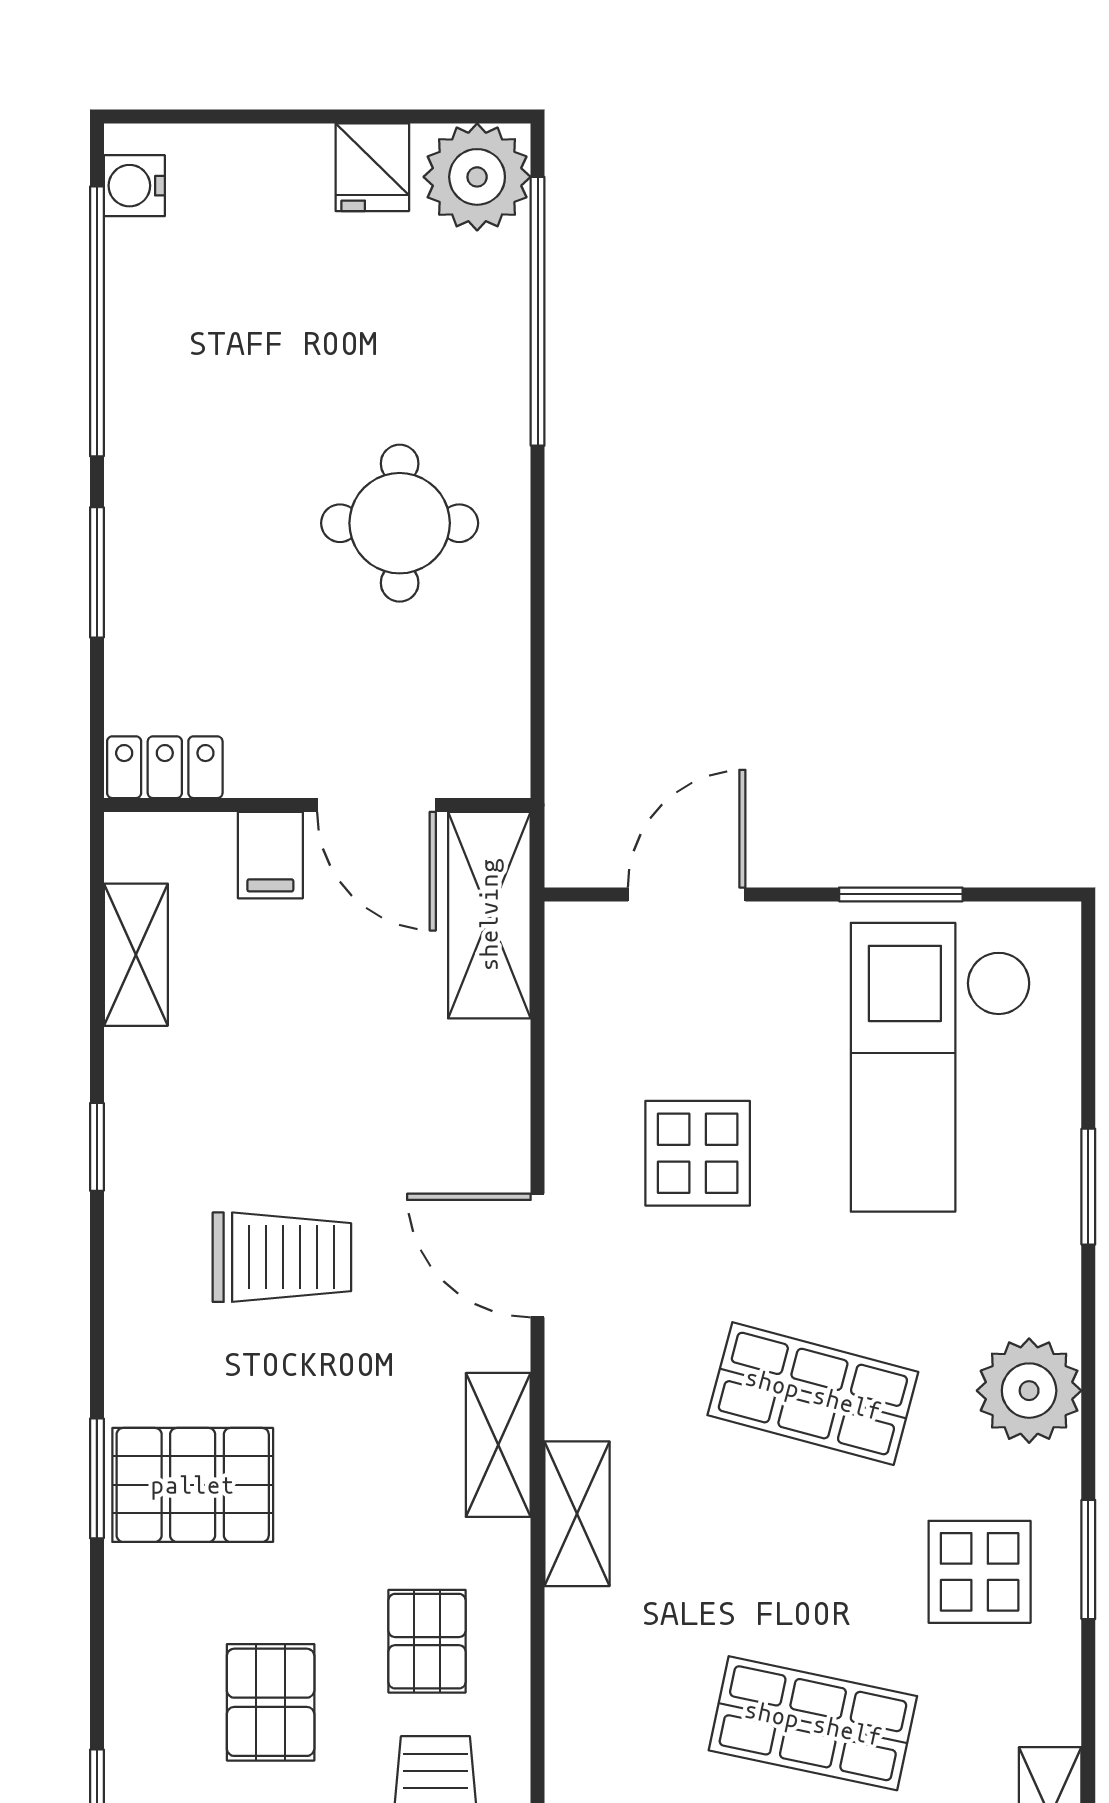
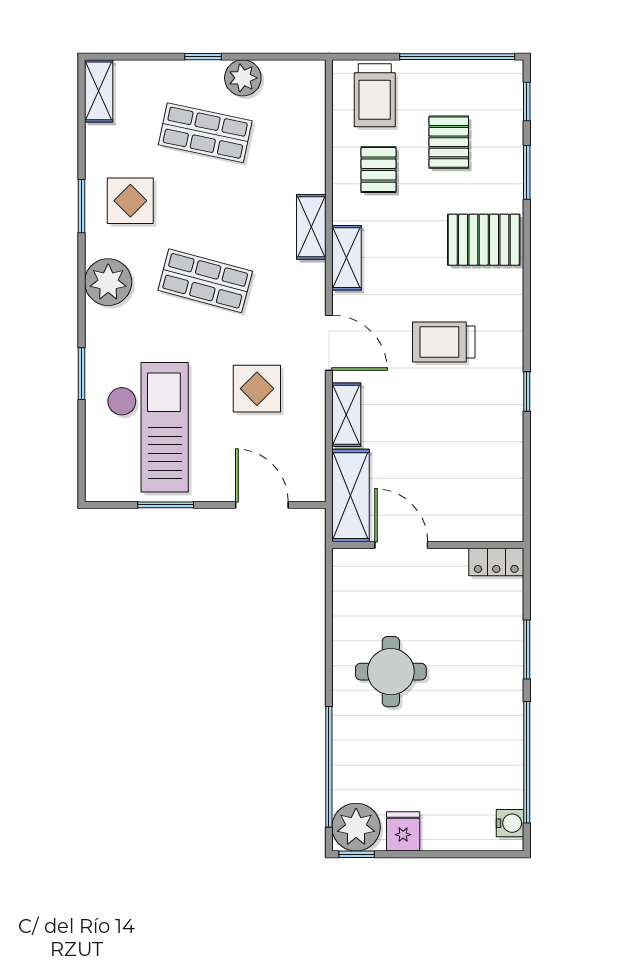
window: (476, 116) -> (357, 854), added
filing cabinet: (270, 855) -> (449, 523), removed
door: (687, 894) -> (262, 505), swing flipped
shelving: (136, 955) -> (346, 415), moved
window: (97, 1478) -> (527, 172), moved

